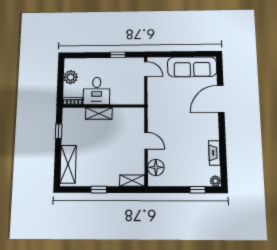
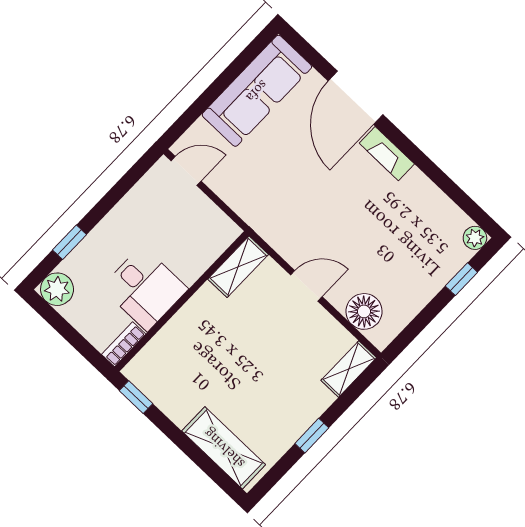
window: (118, 55) -> (69, 242), moved
plant: (71, 77) -> (57, 289), moved
shelving: (99, 113) -> (238, 267), moved
window: (59, 131) -> (136, 397), moved
fireplace: (214, 153) -> (387, 154), moved

